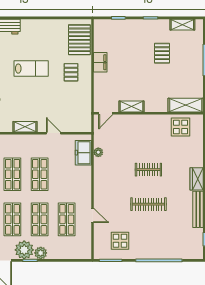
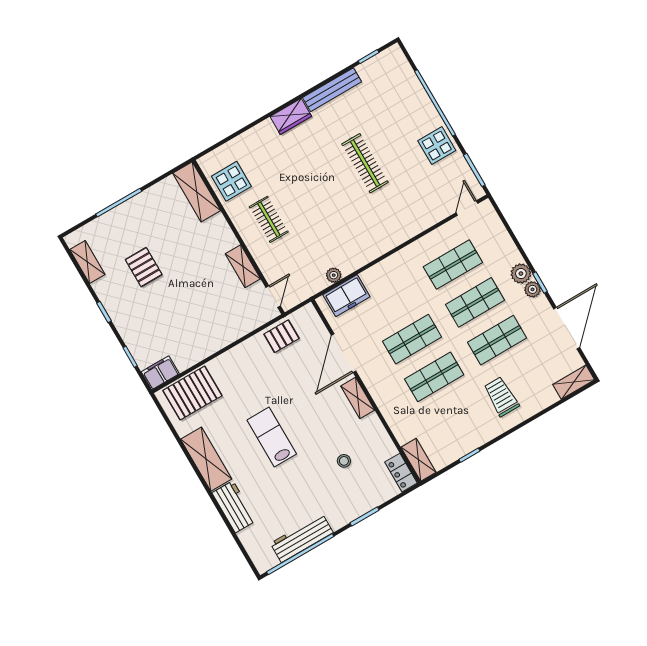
shelving: (40, 27) -> (206, 459), added
pallet: (162, 53) -> (144, 267), turned 90
filing cabinet: (100, 62) -> (160, 373), moved
pallet: (71, 72) -> (281, 336), moved
door: (106, 113) -> (273, 297), hinge flipped
door: (53, 133) -> (344, 353), width x1.88
clothes rail: (148, 170) -> (269, 219), moved
door: (93, 215) -> (467, 208), moved
display table: (120, 241) -> (437, 146), moved
plant: (24, 250) -> (533, 289), width x0.53, depth x0.53

